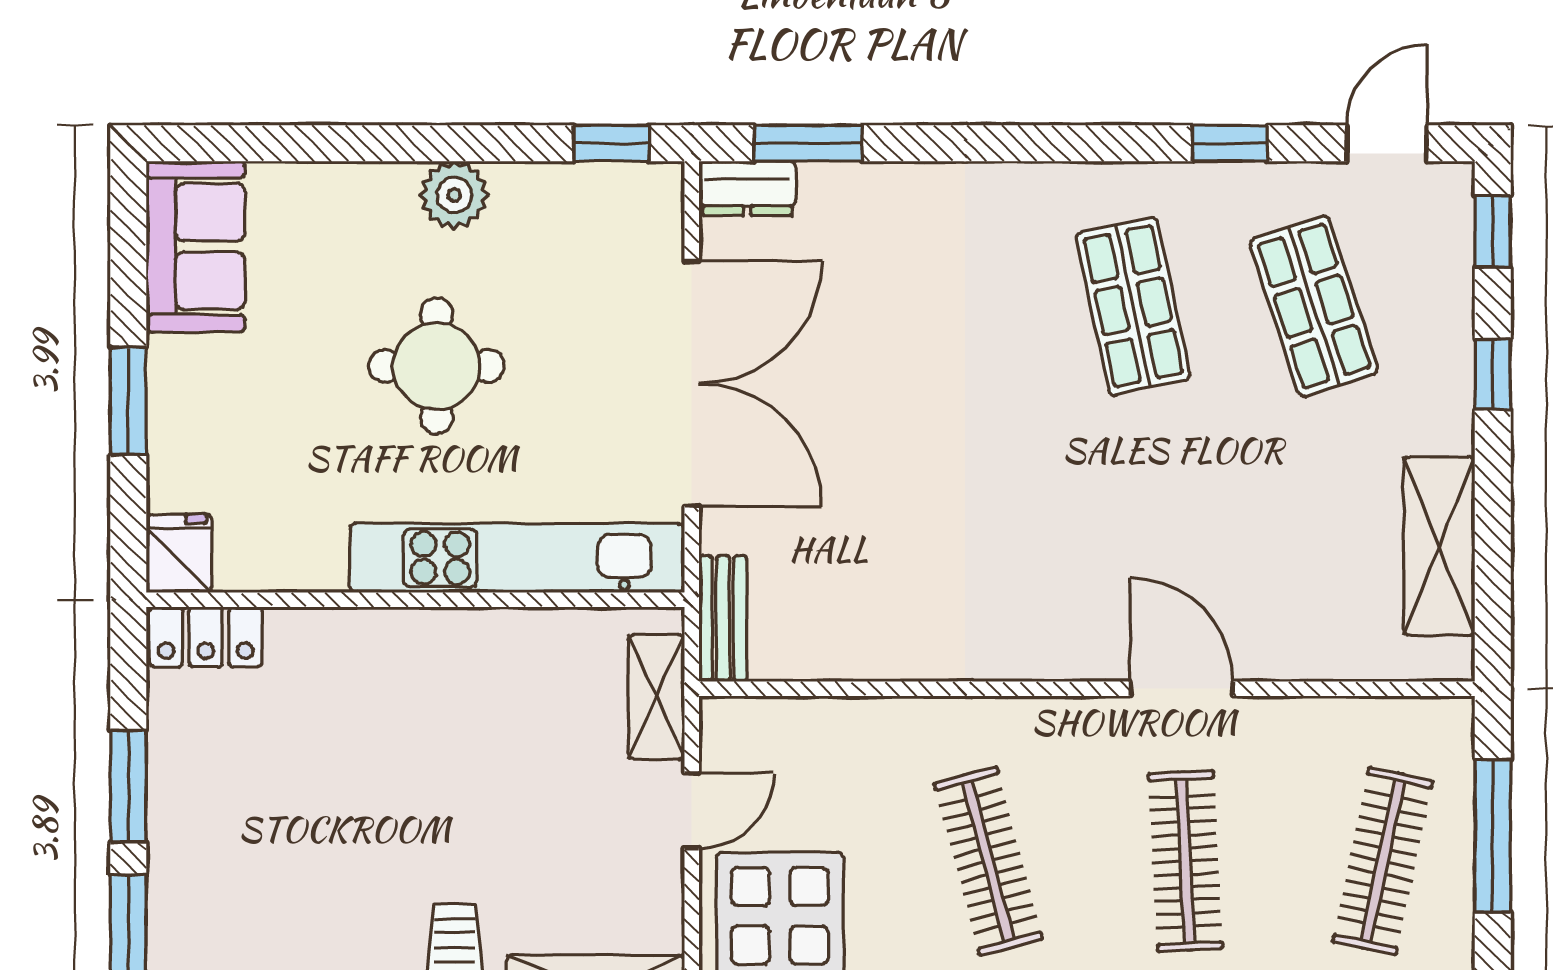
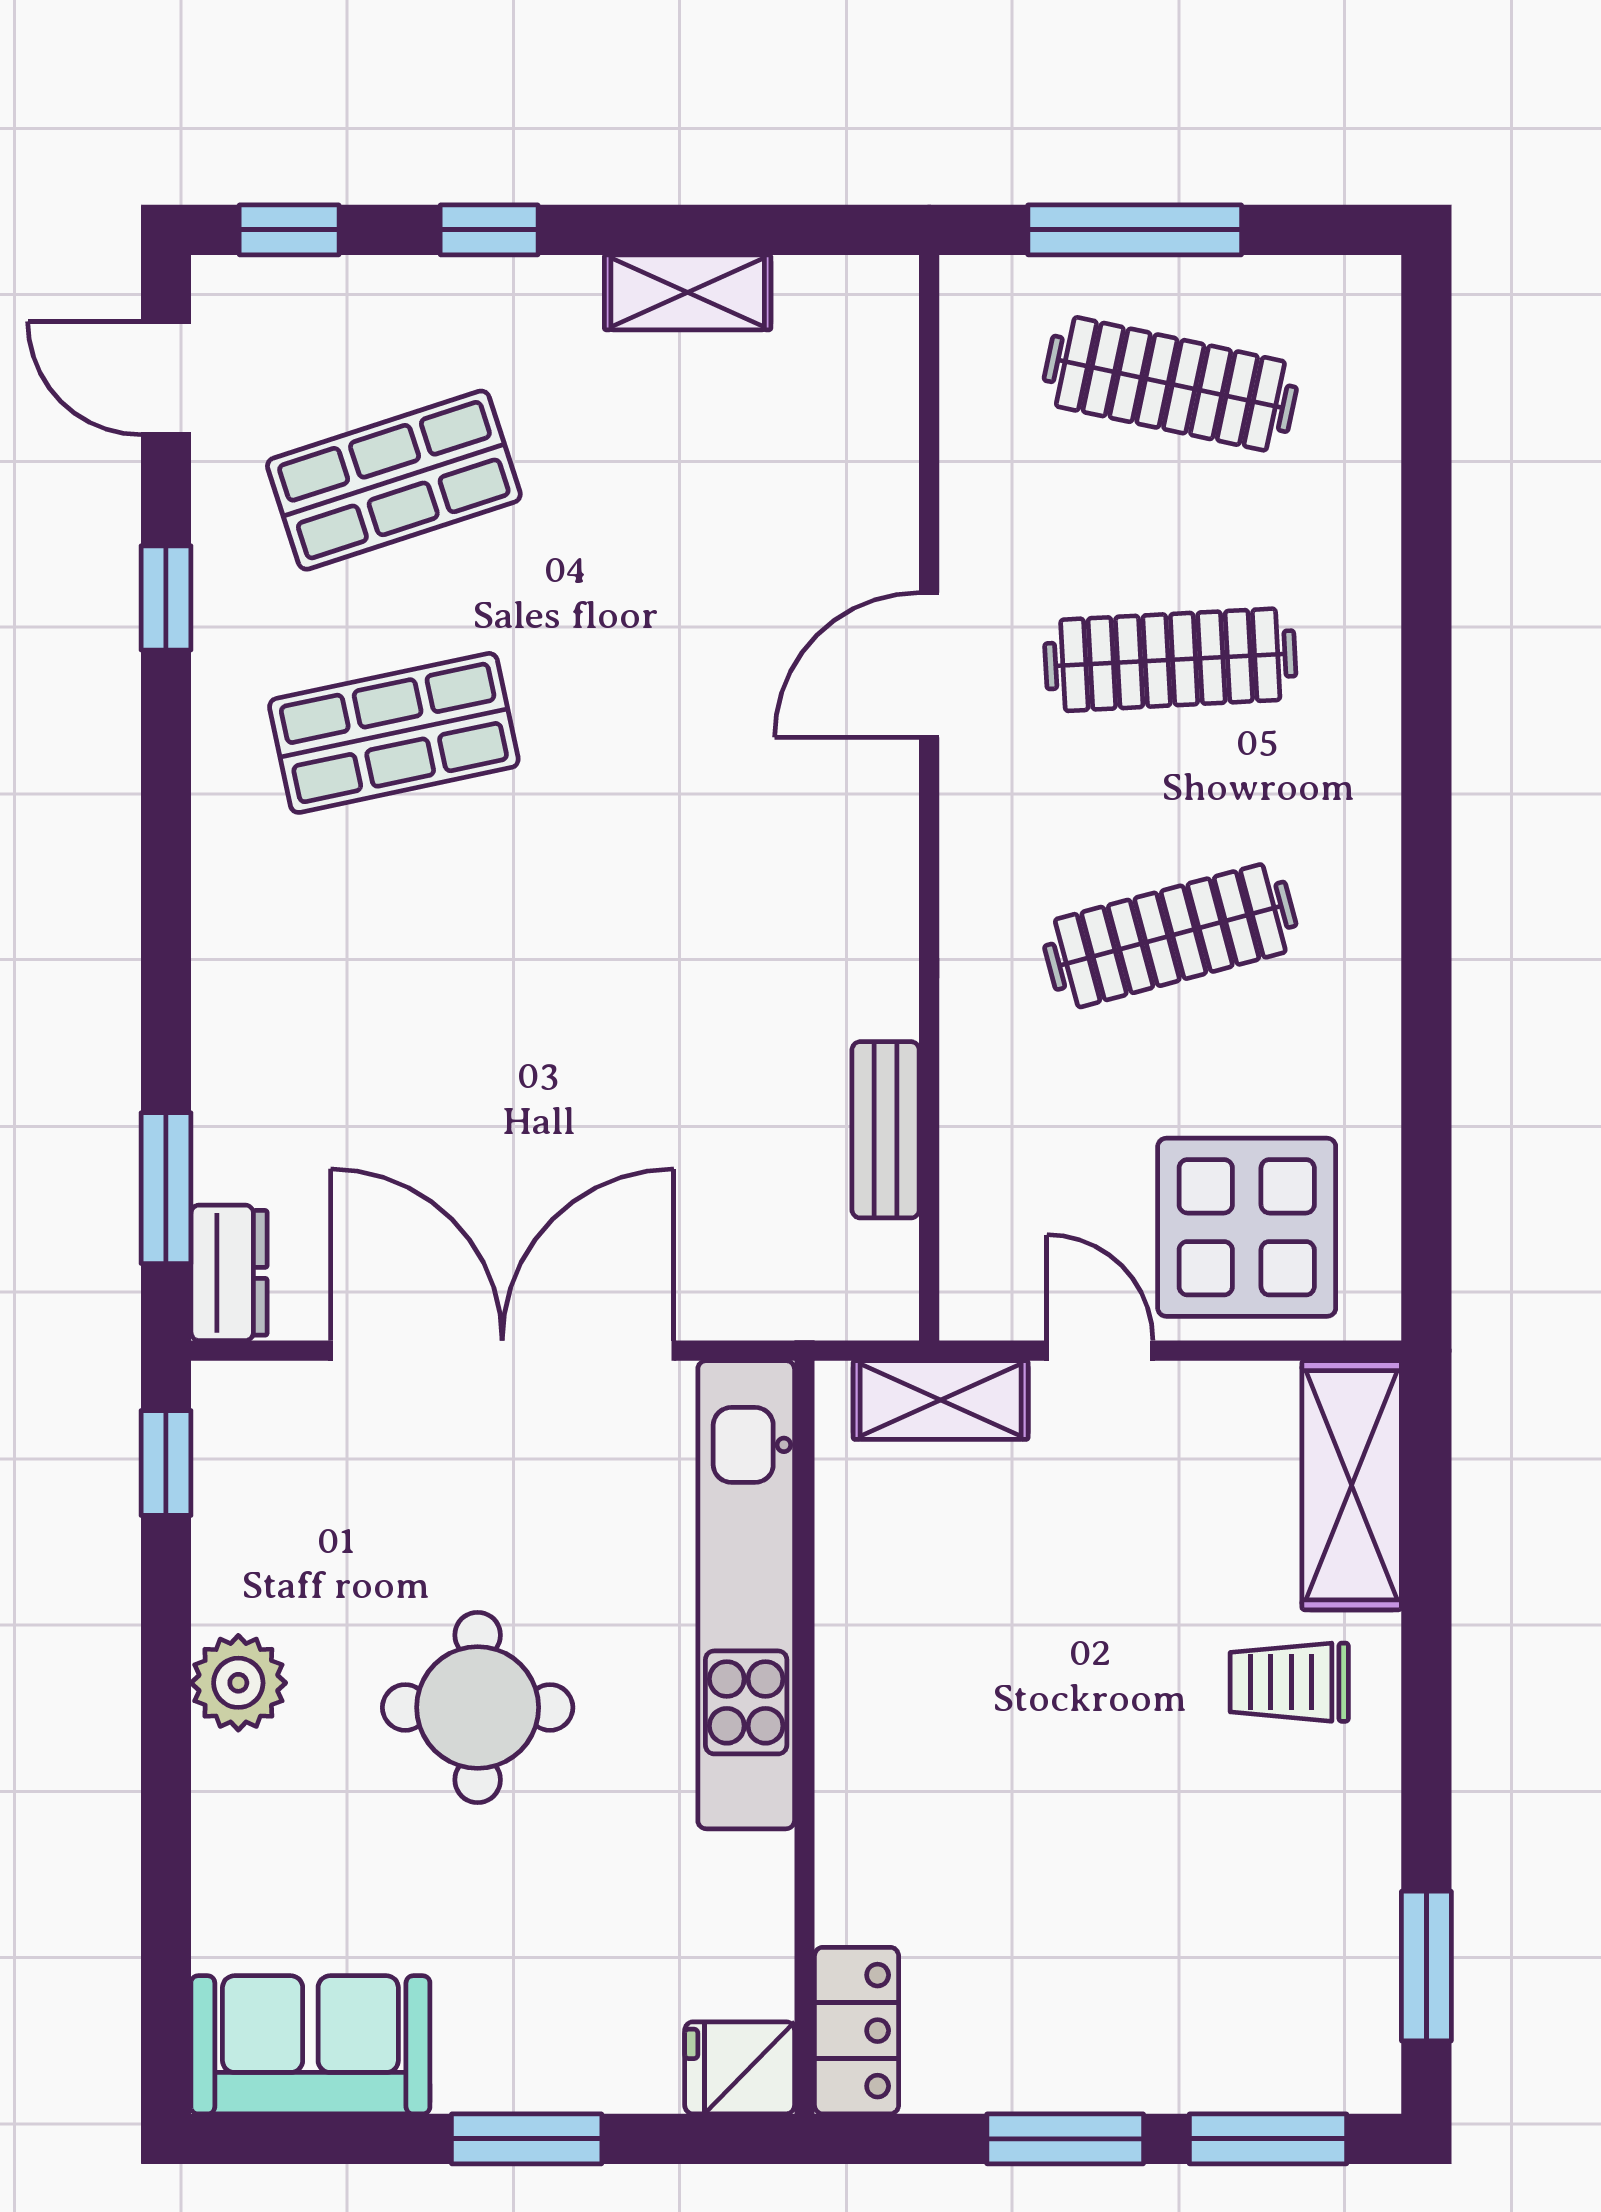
shelving: (1439, 546) -> (688, 292), width x0.67, depth x0.75
bench: (723, 619) -> (886, 1130), moved, turned 90

